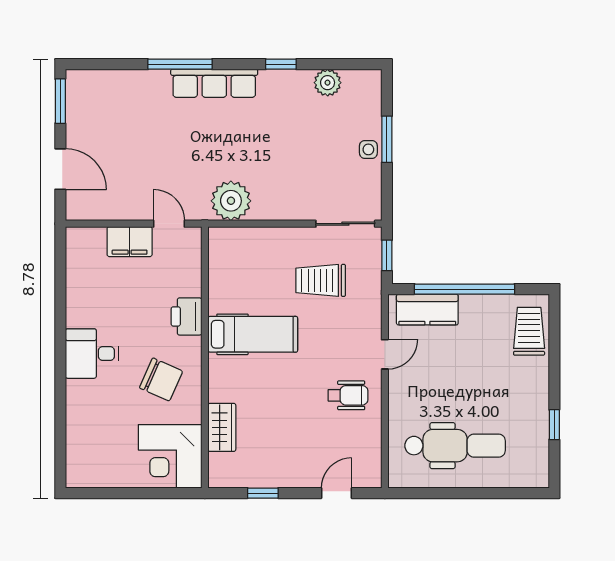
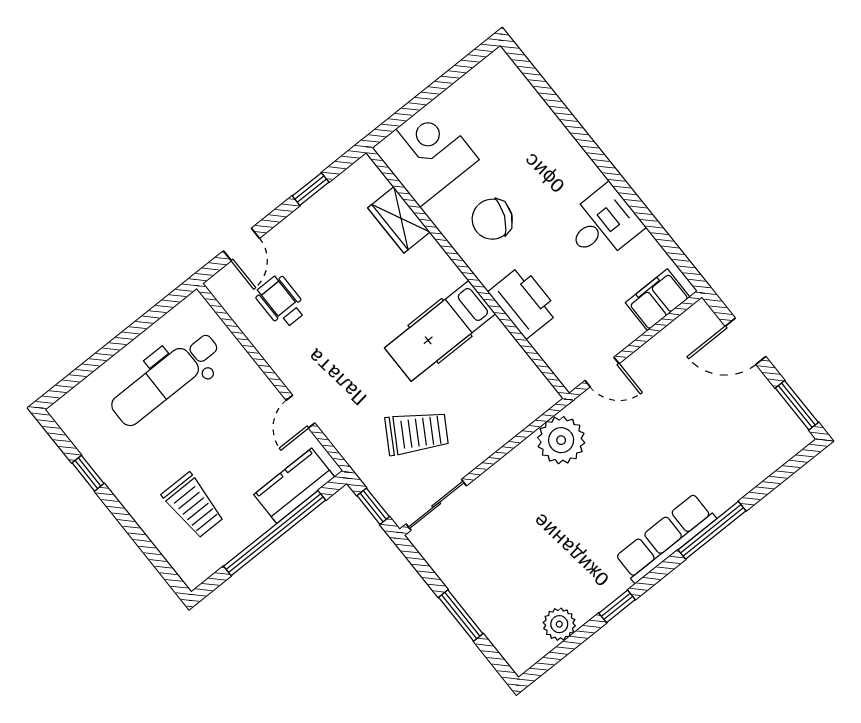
side table: (368, 149) -> (470, 592), removed
filing cabinet: (130, 242) -> (657, 300), moved
trolley: (321, 280) -> (417, 433), turned 31
printer: (186, 316) -> (524, 302), width x1.37, depth x1.19
trolley: (529, 331) -> (193, 506), moved
desk: (92, 354) -> (603, 224), moved
wheelchair: (348, 395) -> (281, 302), moved, turned 90

